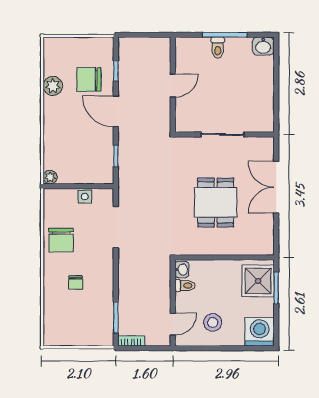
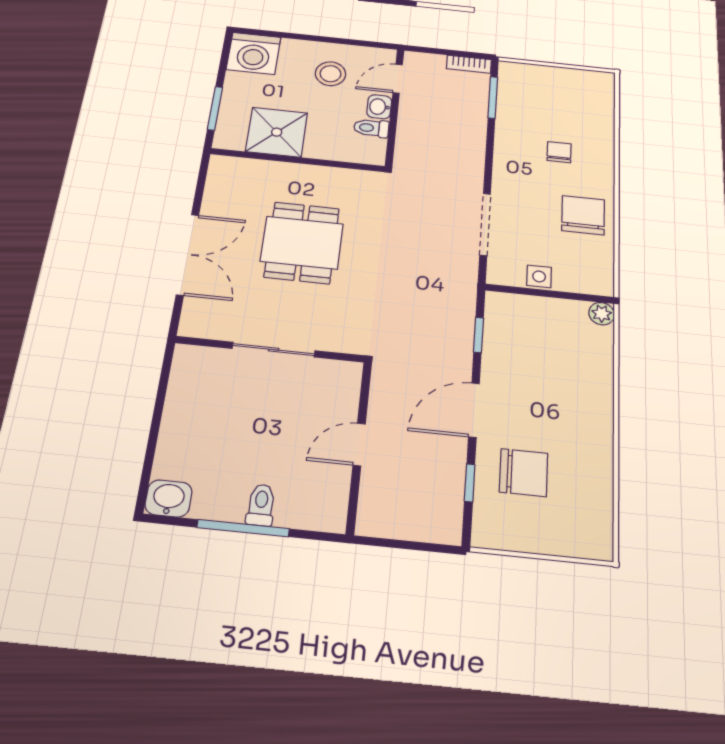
plant: (53, 86) -> (595, 468), removed
door: (116, 111) -> (474, 410), swing flipped
washbasin: (182, 269) -> (379, 107), moved
shower: (258, 281) -> (277, 132), moved

